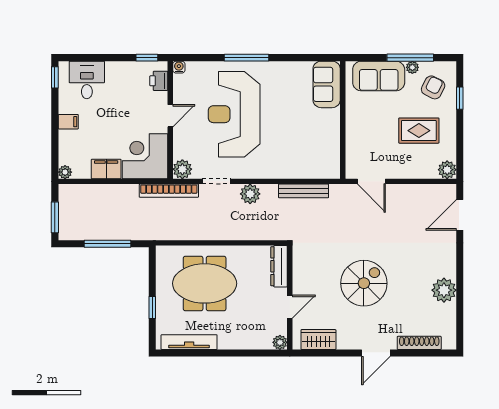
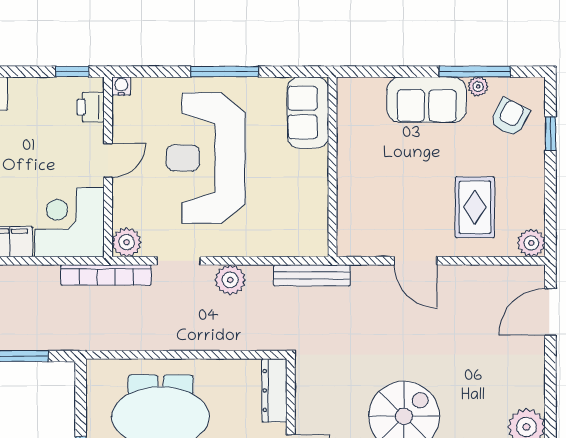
sofa: (327, 84) -> (308, 113), moved
wall: (343, 120) -> (333, 167), moved
rug: (419, 131) -> (475, 207), moved, turned 90

